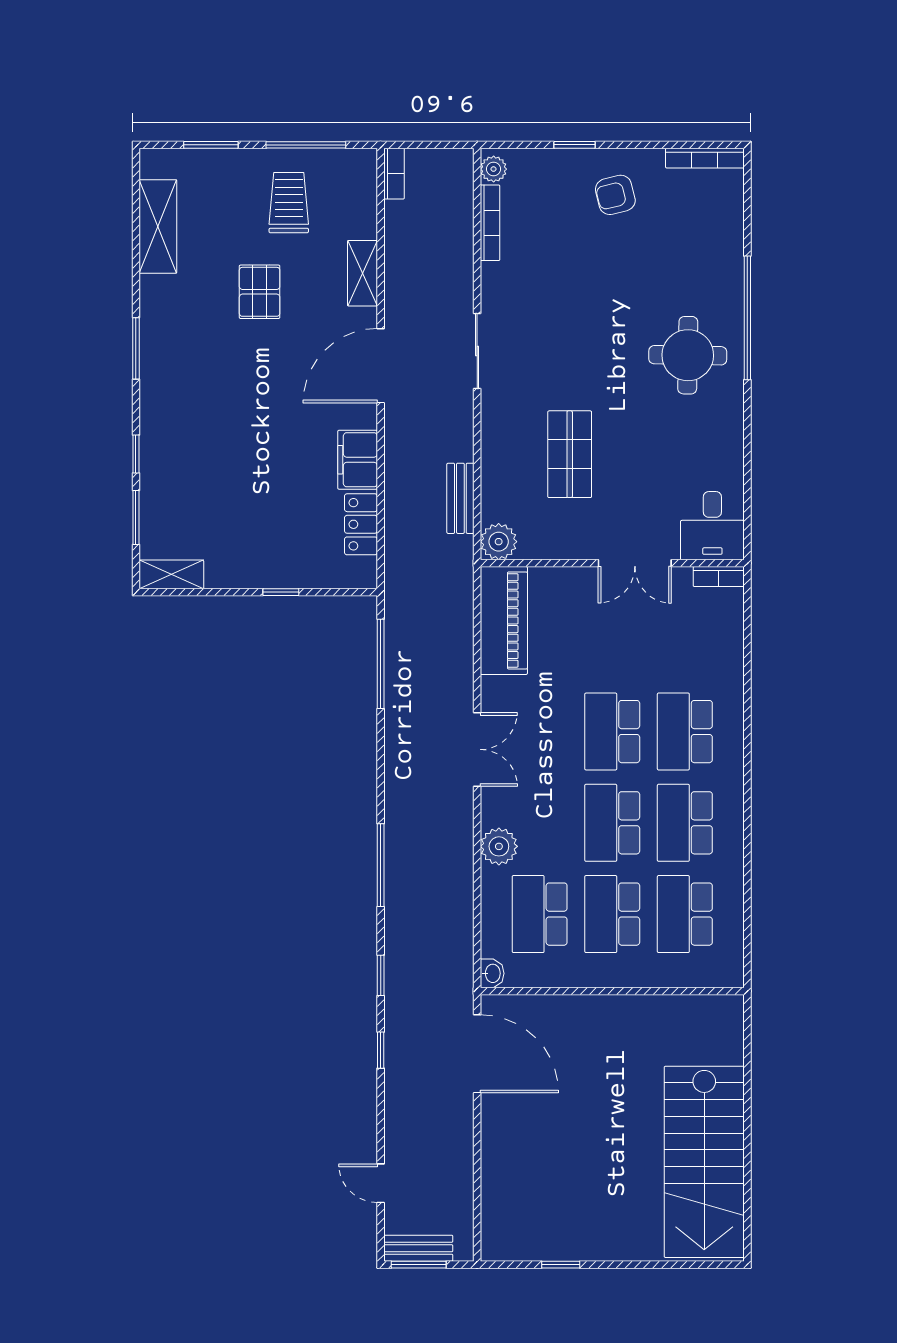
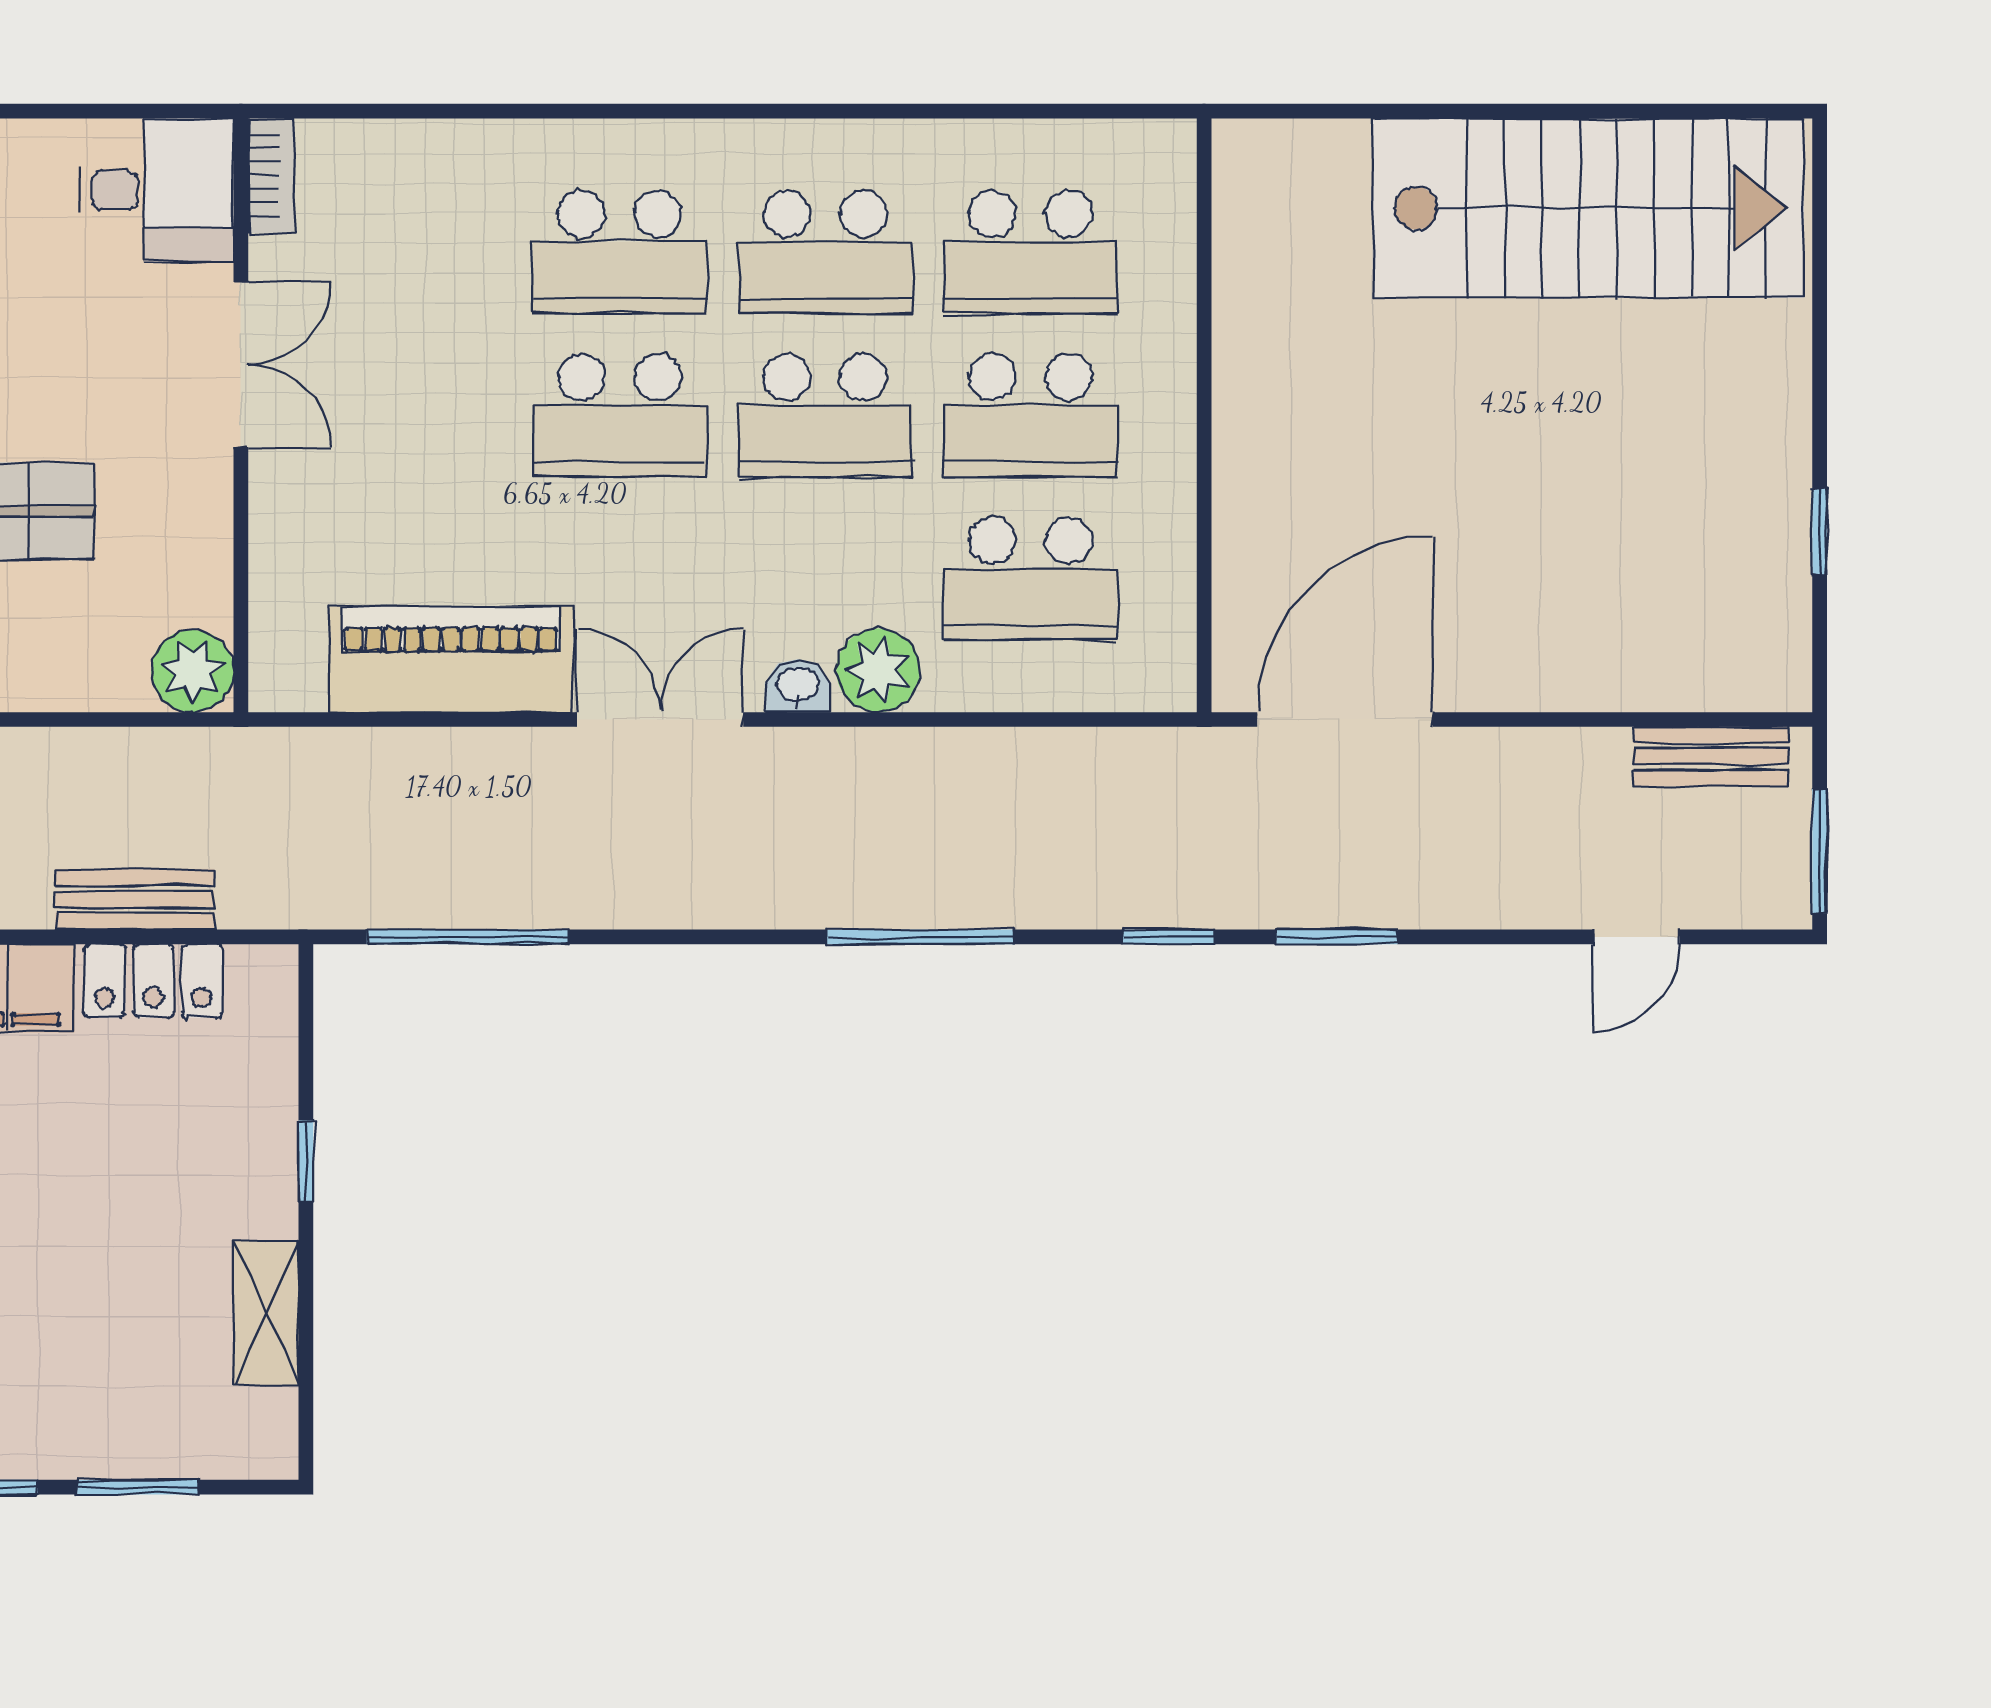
bench: (460, 498) -> (135, 899), moved
shelving: (171, 574) -> (266, 1313), moved
piano: (504, 620) -> (451, 659), moved
washbasin: (492, 973) -> (798, 686), moved
window: (381, 1050) -> (1337, 937), width x1.50
bench: (418, 1248) -> (1711, 756), moved, turned 90

